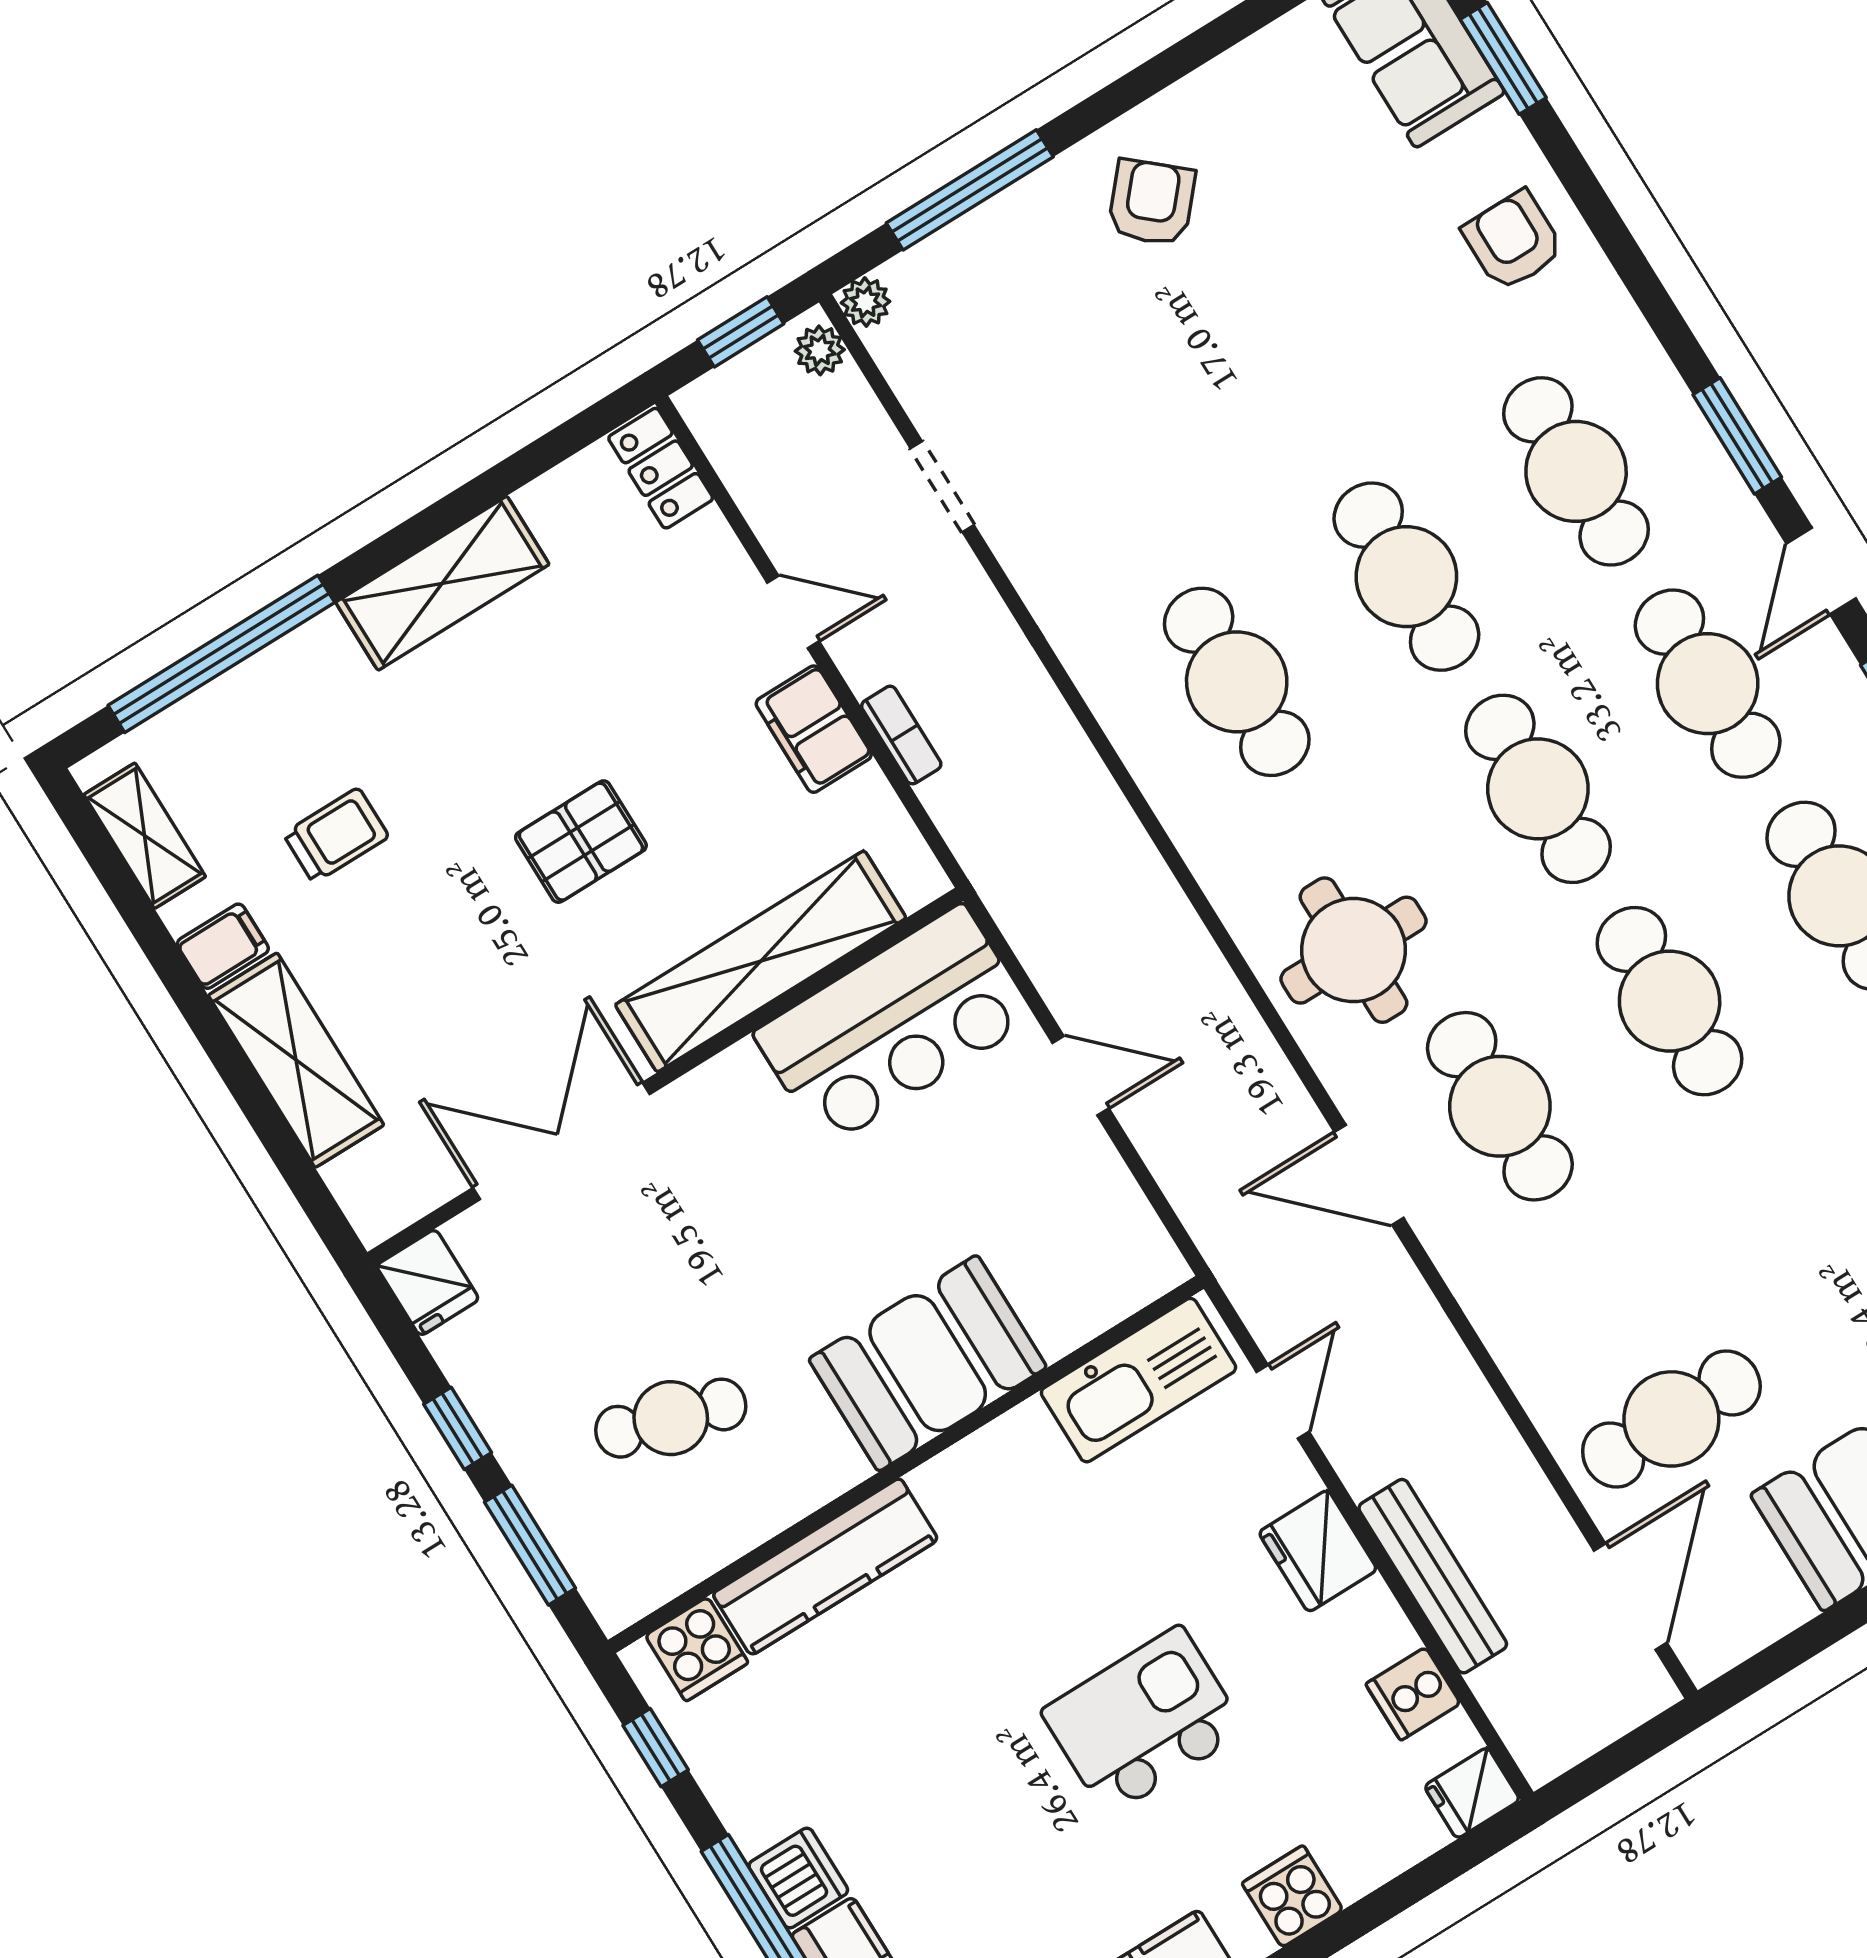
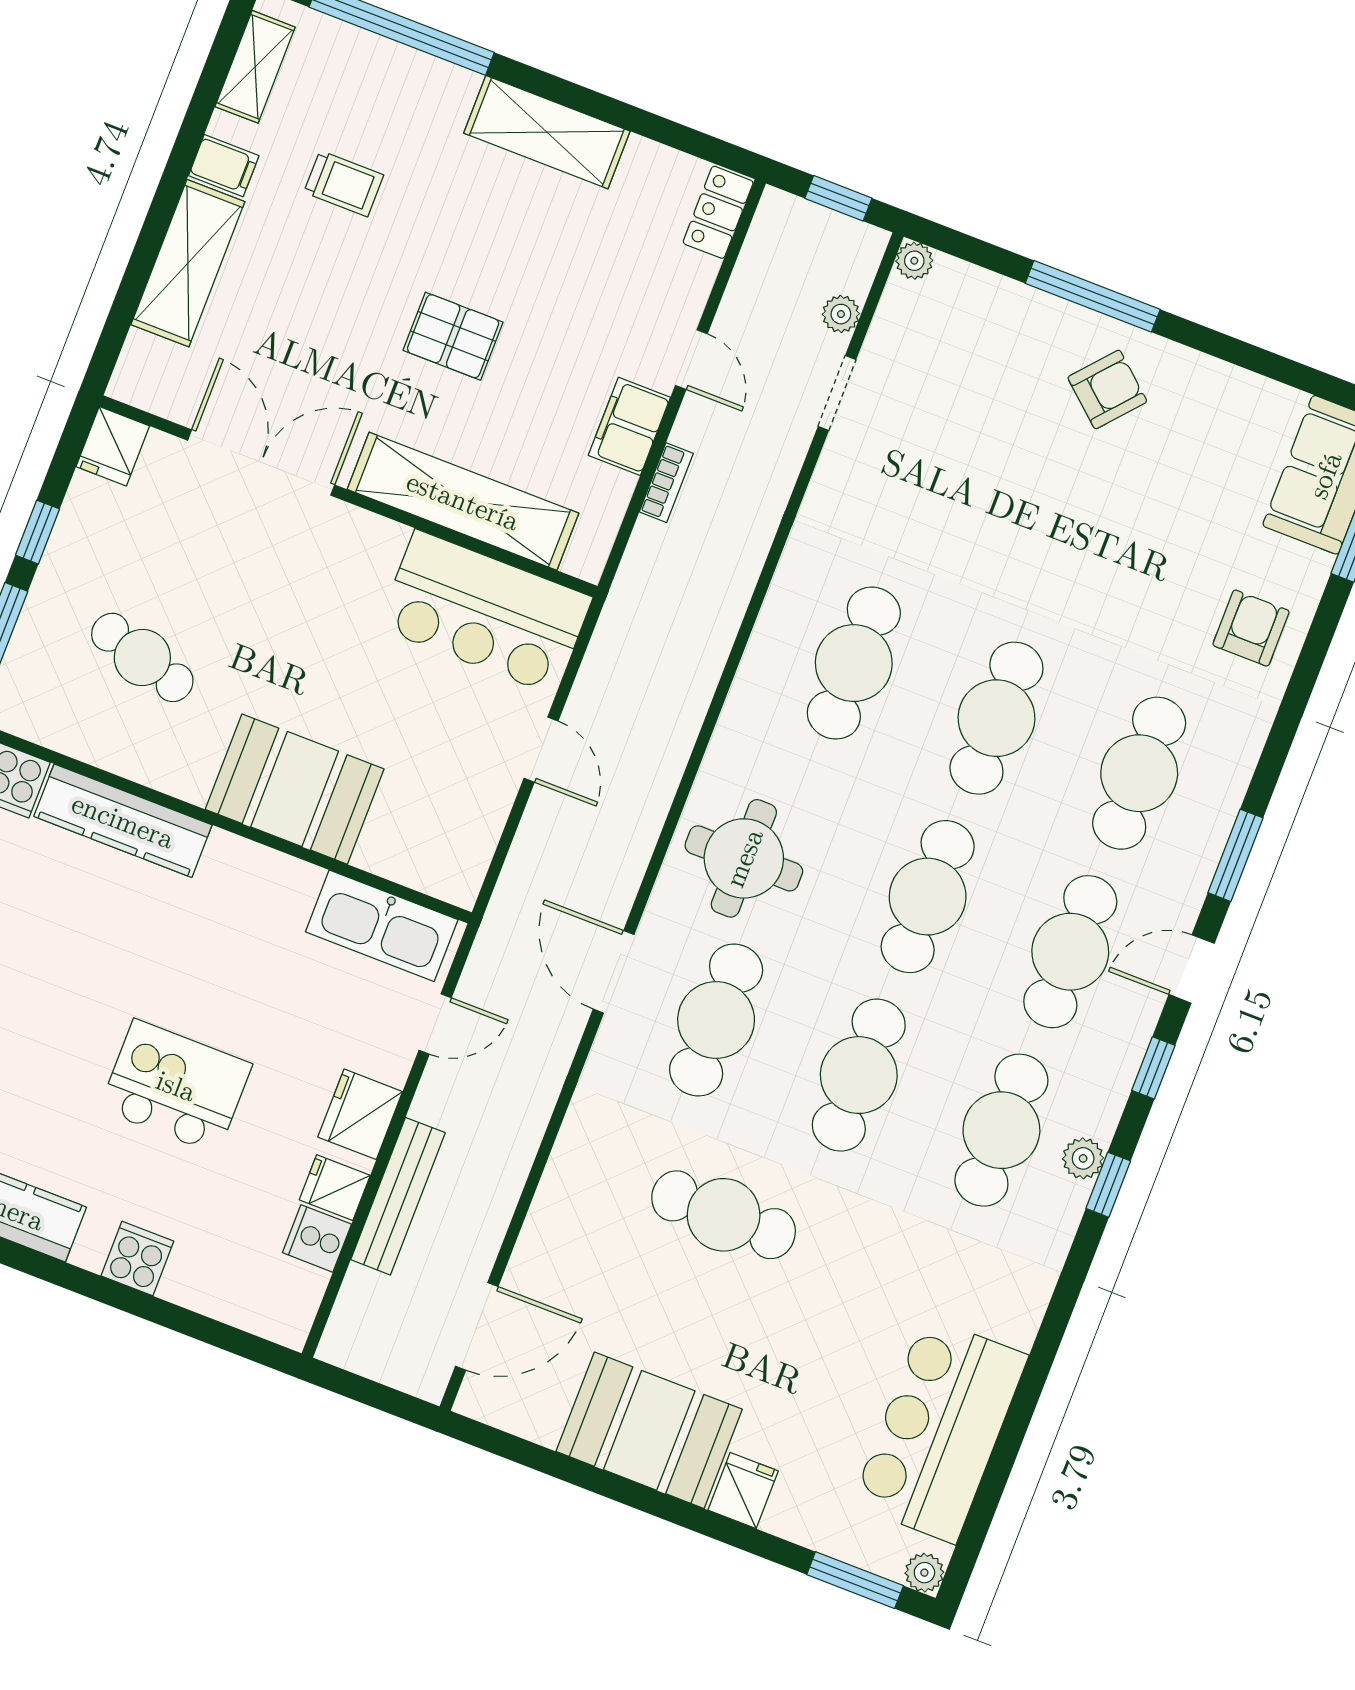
window: (970, 190) -> (1093, 296), moved
plant: (820, 350) -> (841, 314), moved
cafe table: (1671, 1419) -> (724, 1215), moved
fridge: (1472, 1793) -> (335, 1188), moved

